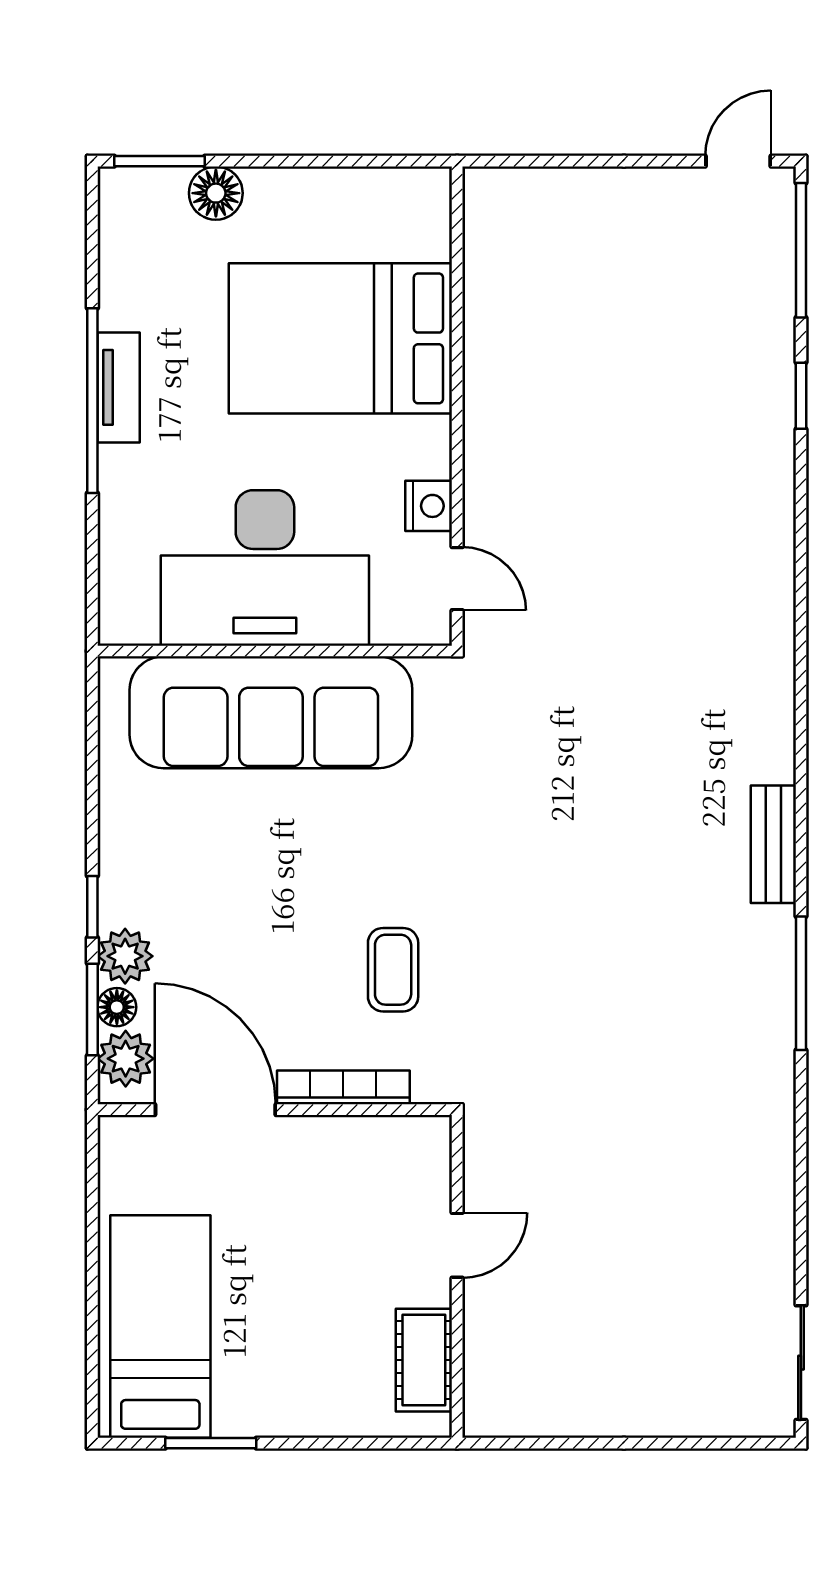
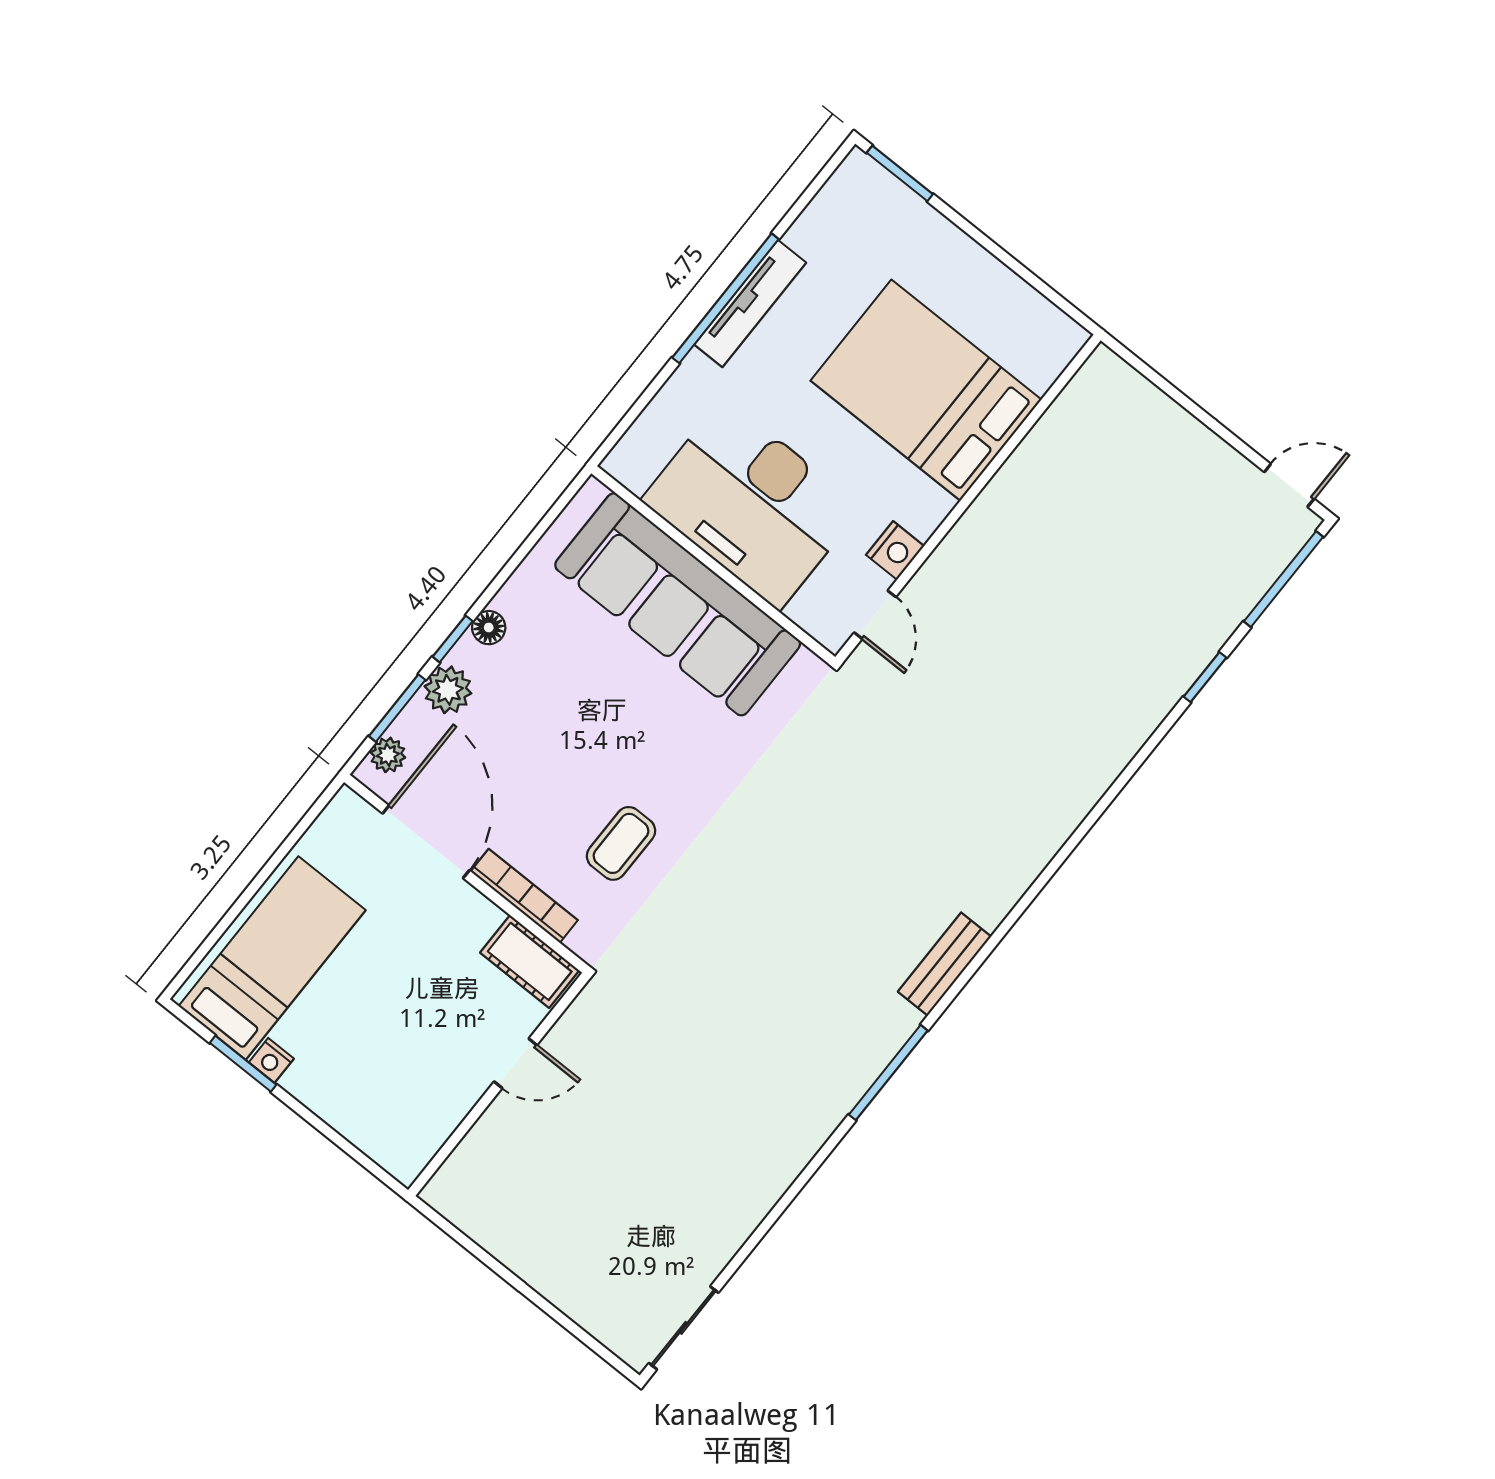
floor lamp: (216, 193) -> (920, 225), removed
tv unit: (119, 387) -> (750, 304), width x1.41
floor lamp: (117, 1007) -> (489, 628), moved
plant: (126, 1059) -> (388, 755), width x0.73, depth x0.73
cot: (424, 1360) -> (530, 961), moved, turned 90
nightstand: (234, 1420) -> (271, 1060), added

